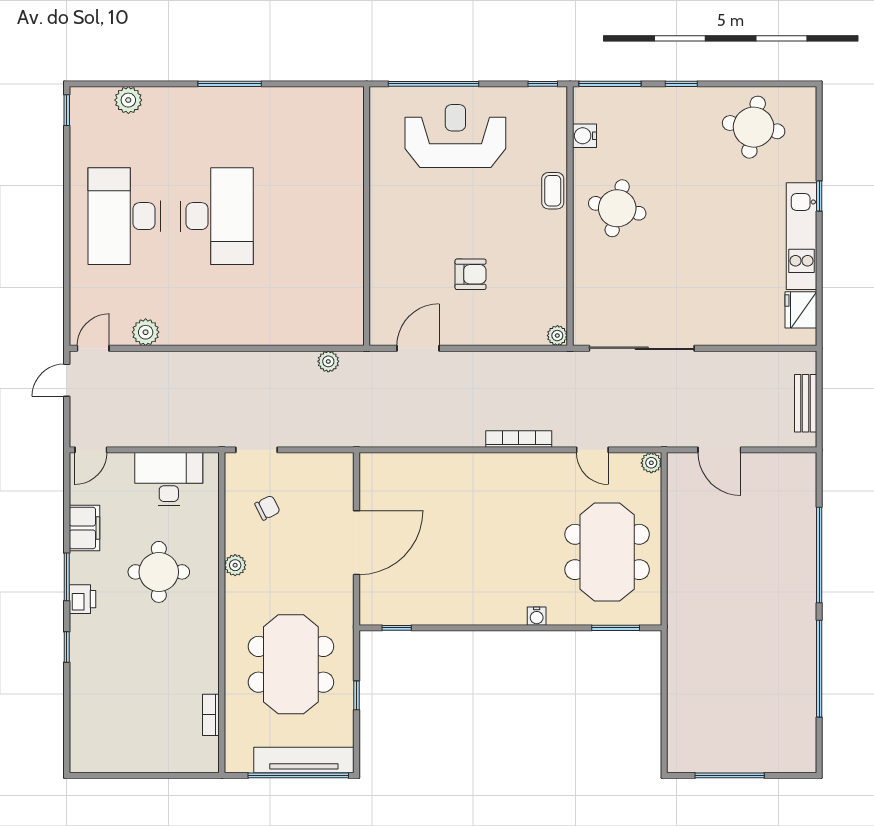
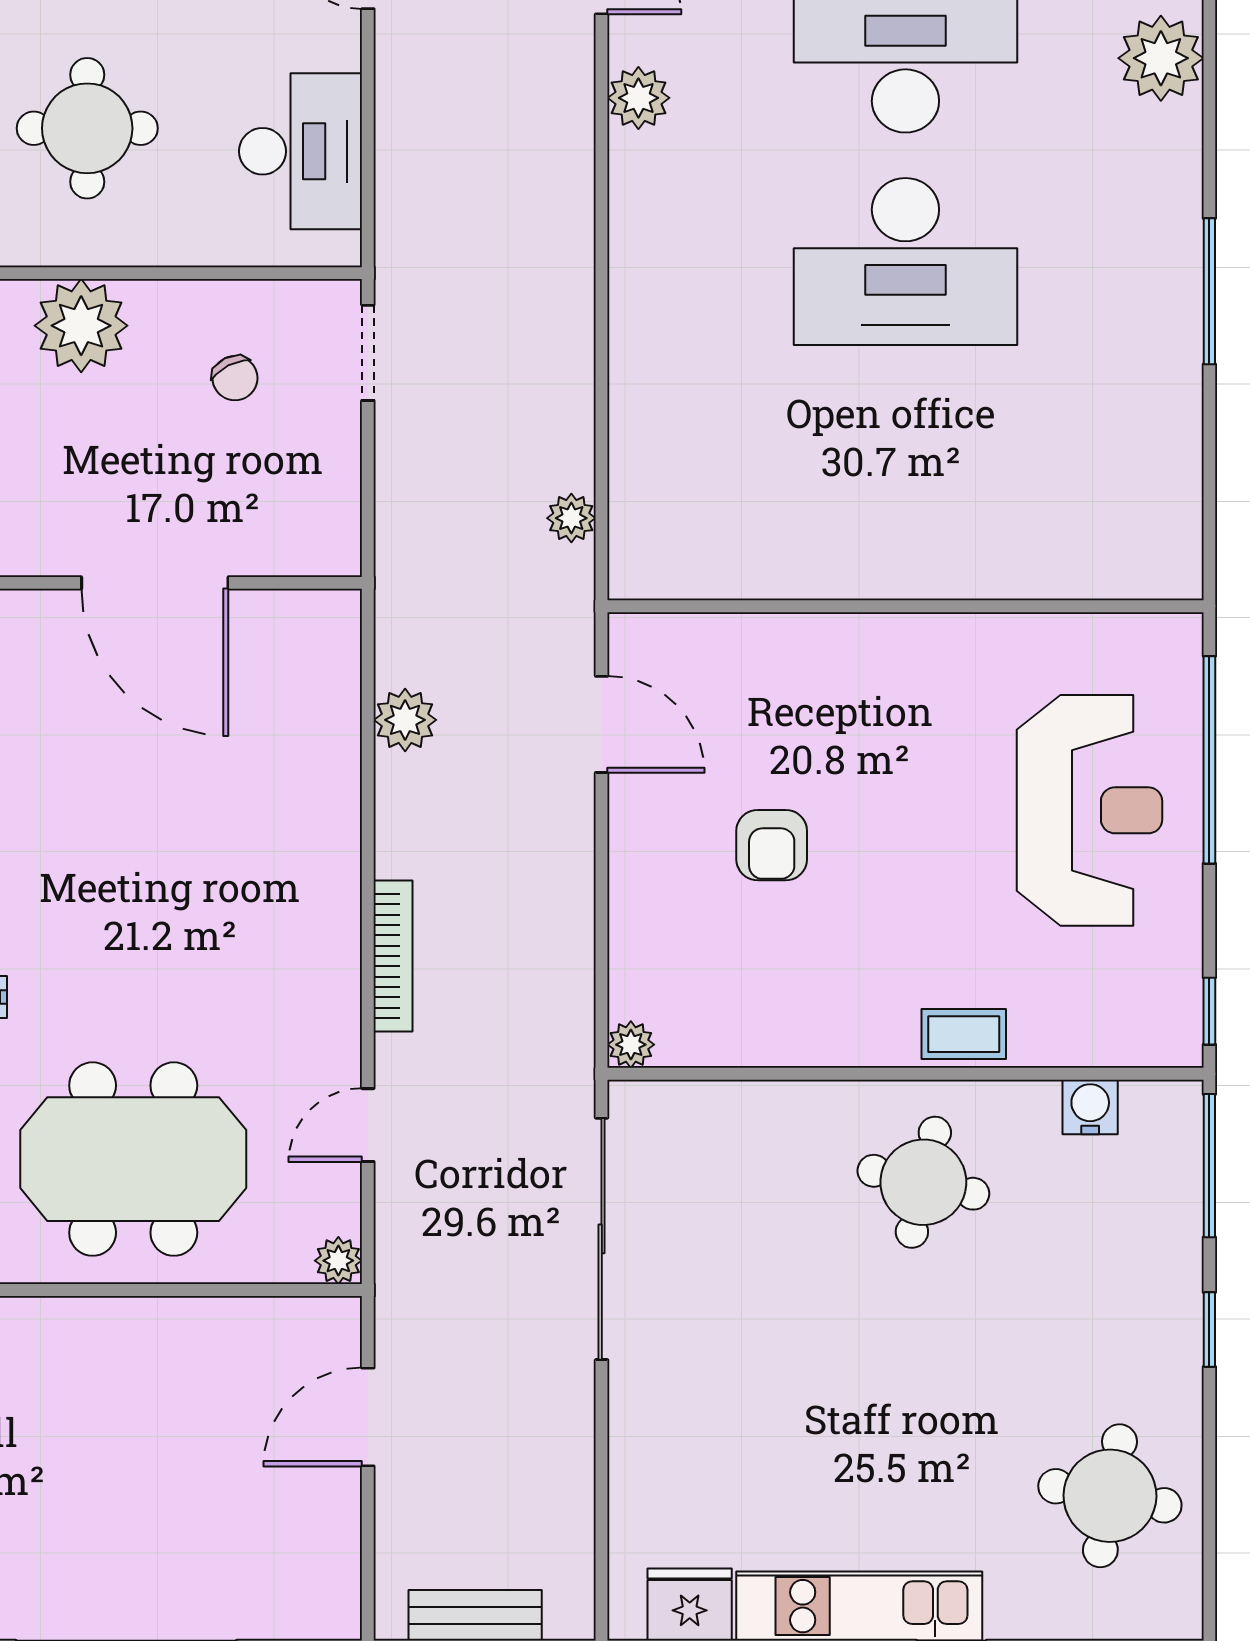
plant: (128, 100) -> (1161, 58), width x1.36, depth x1.36
plant: (416, 434) -> (405, 720), added
plant: (235, 565) -> (81, 326), width x1.88, depth x1.88

